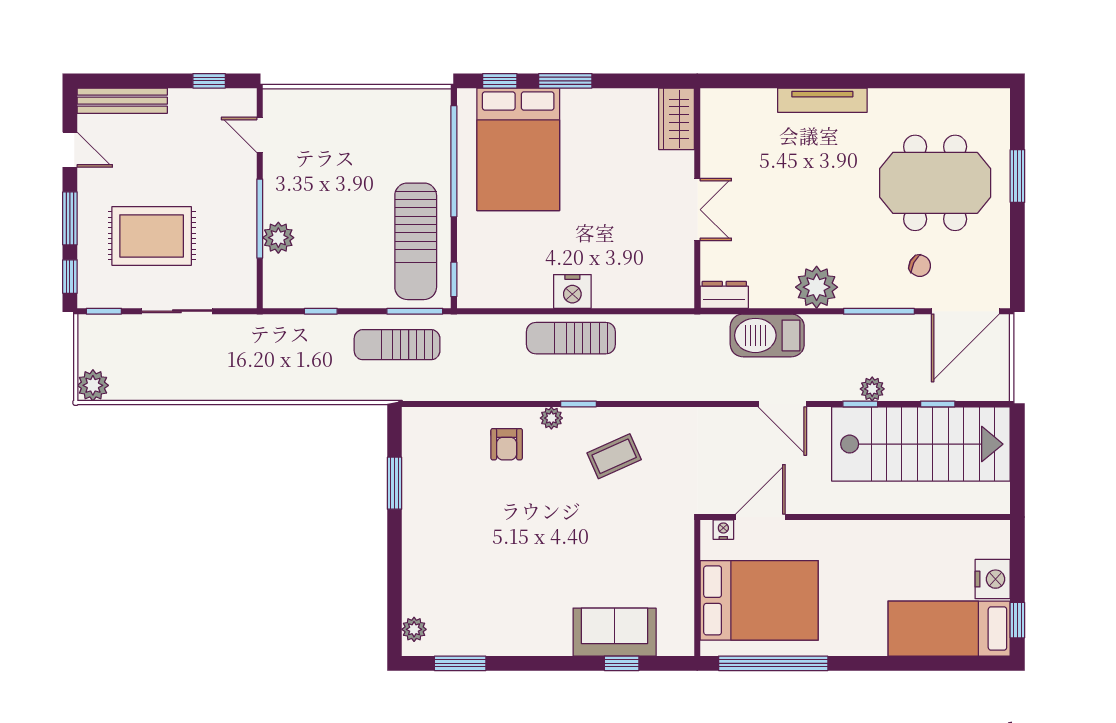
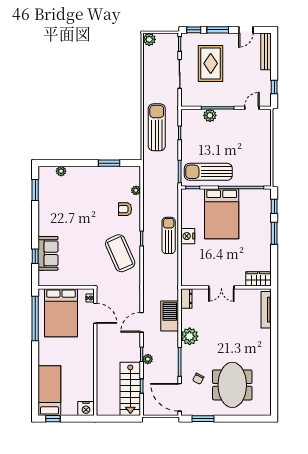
tv unit: (822, 100) -> (266, 310), moved
bed: (518, 149) -> (222, 214), moved, turned -90
window: (1017, 176) -> (203, 419), moved
sun lounger: (397, 345) -> (157, 127), moved, width x1.36, depth x1.34
plant: (551, 418) -> (136, 190), moved
stairs: (921, 444) -> (130, 389), width x0.73, depth x0.66
coffee table: (614, 456) -> (120, 253), width x1.86, depth x1.72
nightstand: (993, 579) -> (86, 409), moved
plant: (414, 629) -> (61, 171), moved

